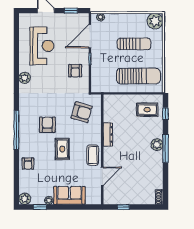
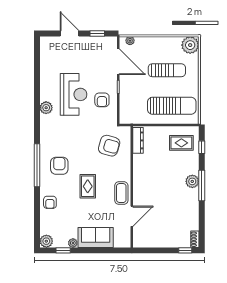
door: (90, 36) -> (118, 62), swing flipped
reception desk: (42, 46) -> (74, 94), moved
armchair: (47, 125) -> (59, 166), moved
dresser: (108, 134) -> (138, 140), moved
window: (123, 207) -> (185, 250), moved

